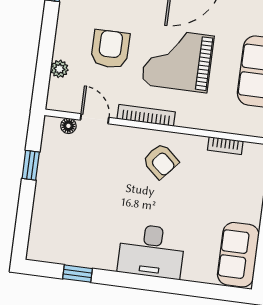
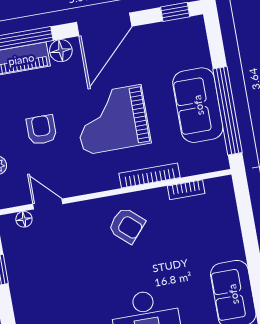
armchair: (110, 49) -> (41, 130), width x0.72, depth x0.72
bookcase: (146, 115) -> (149, 175), moved

